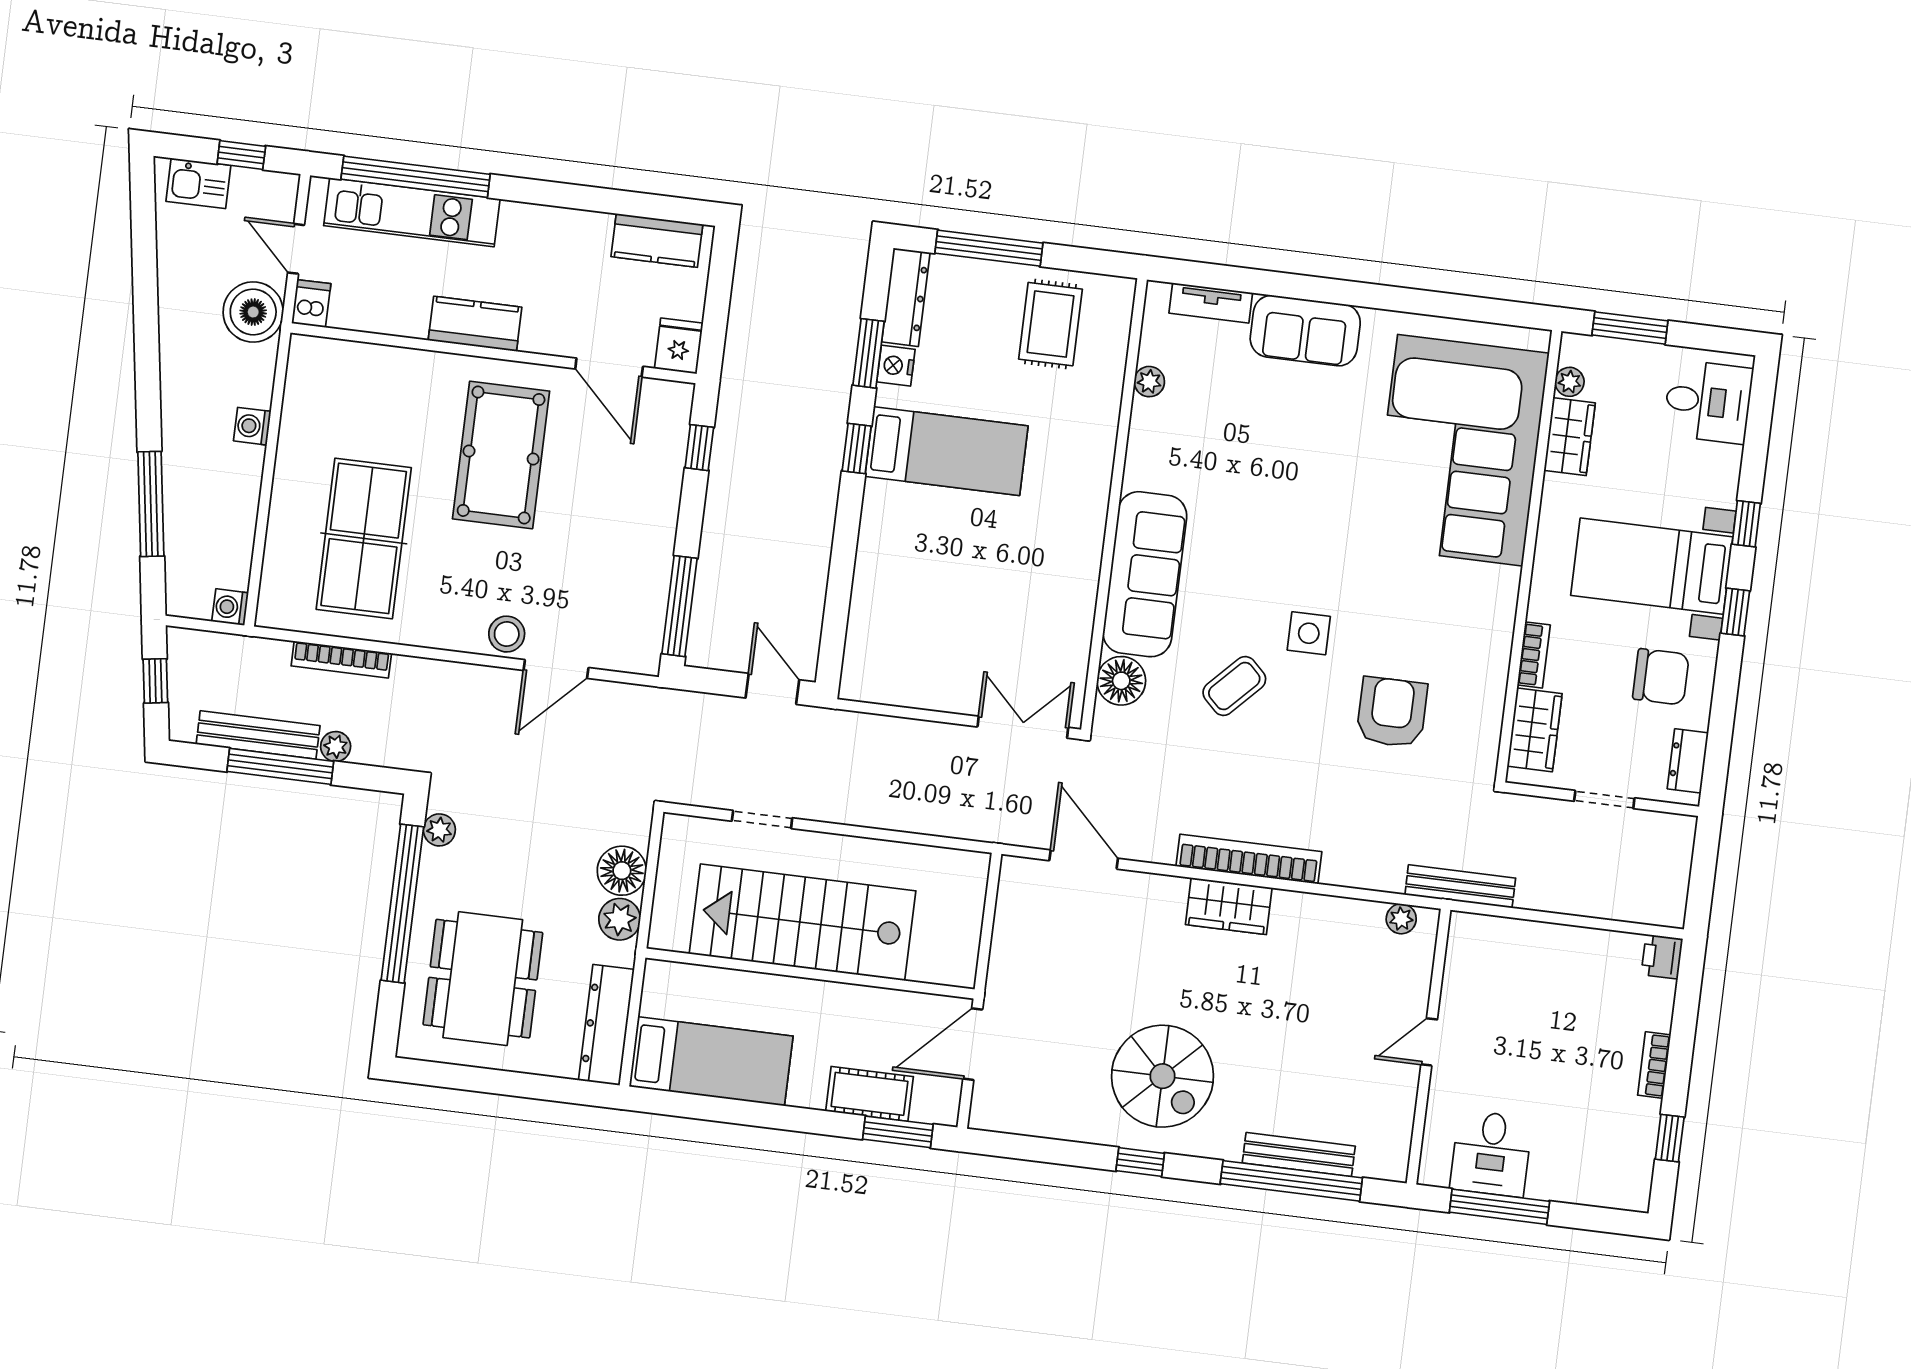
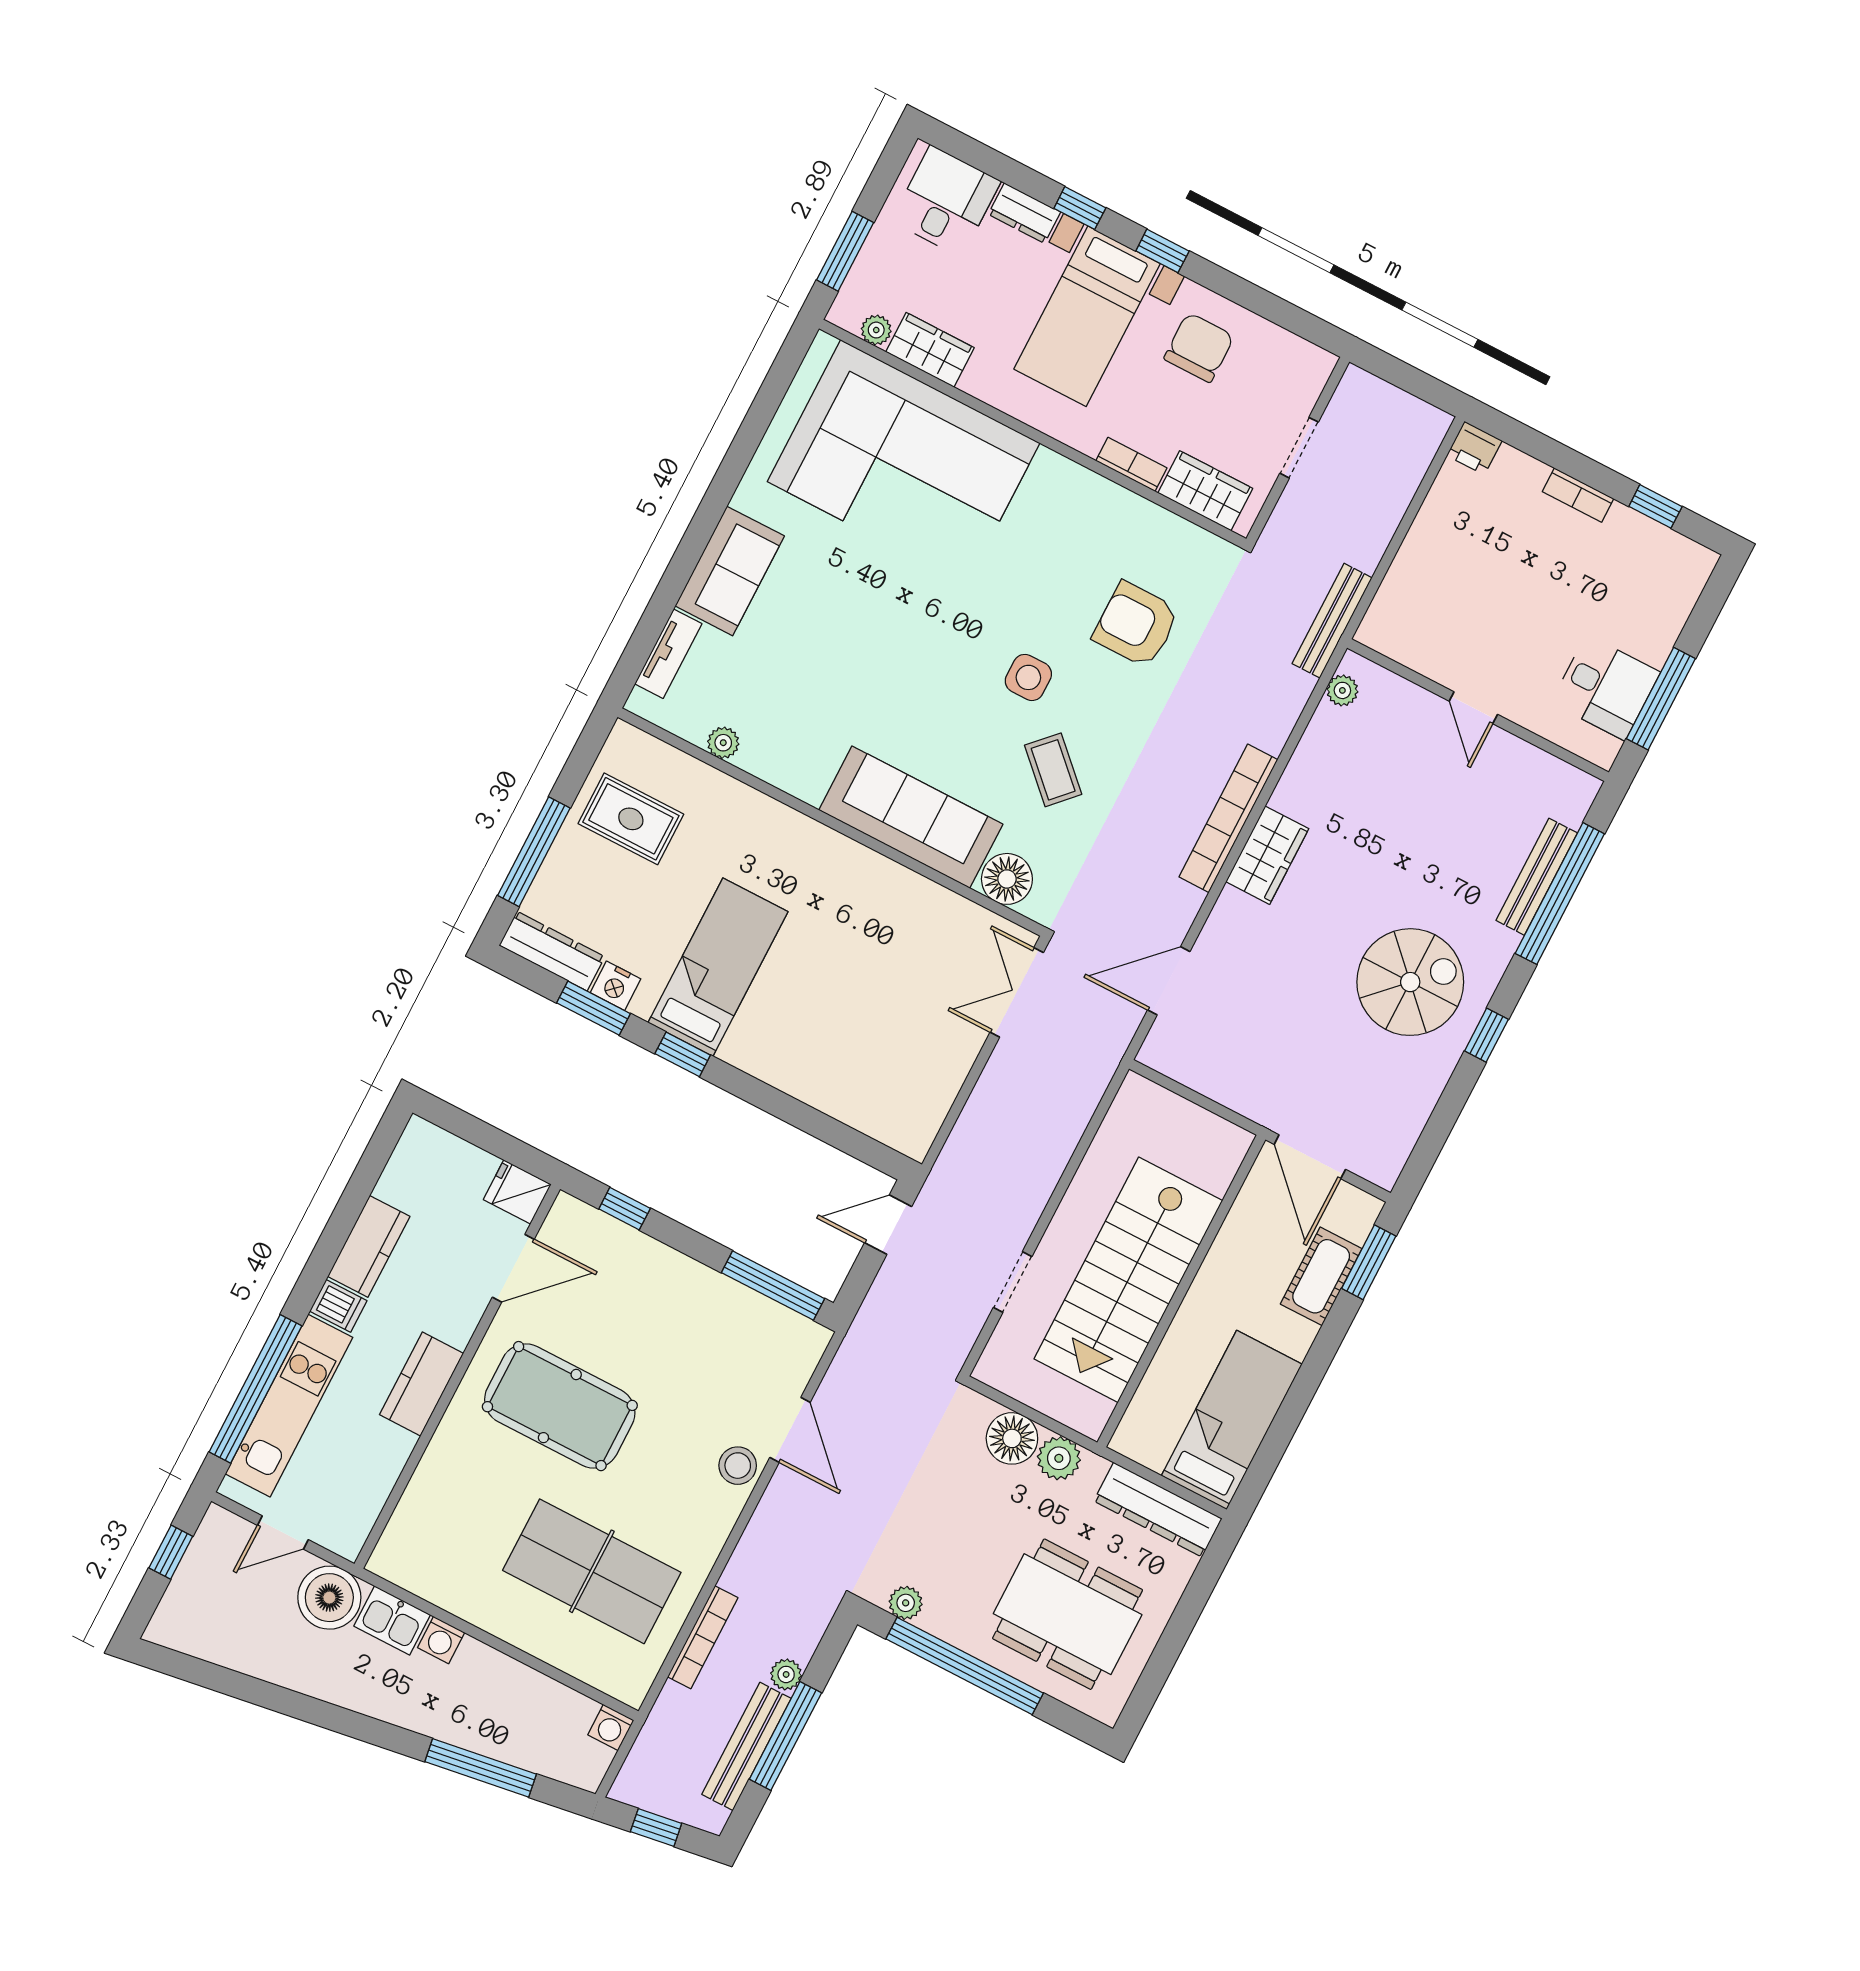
kitchen sink: (198, 183) -> (392, 1620), moved, turned 90
kitchen counter: (657, 240) -> (369, 1246), moved
dishwasher: (311, 304) -> (338, 1306), moved, turned 180
dresser: (1688, 761) -> (1024, 213), moved

